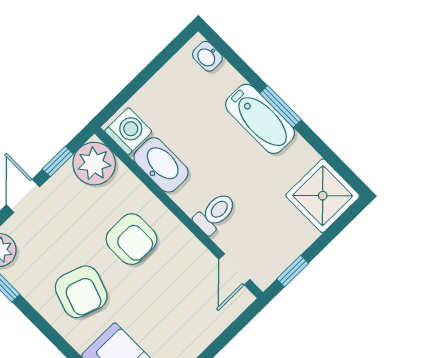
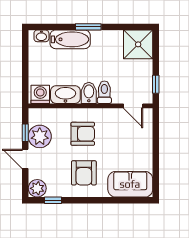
bathtub: (260, 119) -> (70, 39), moved
plant: (94, 164) -> (40, 136), moved
bidet: (194, 194) -> (89, 93), added
armchair: (81, 292) -> (84, 173), turned 71

